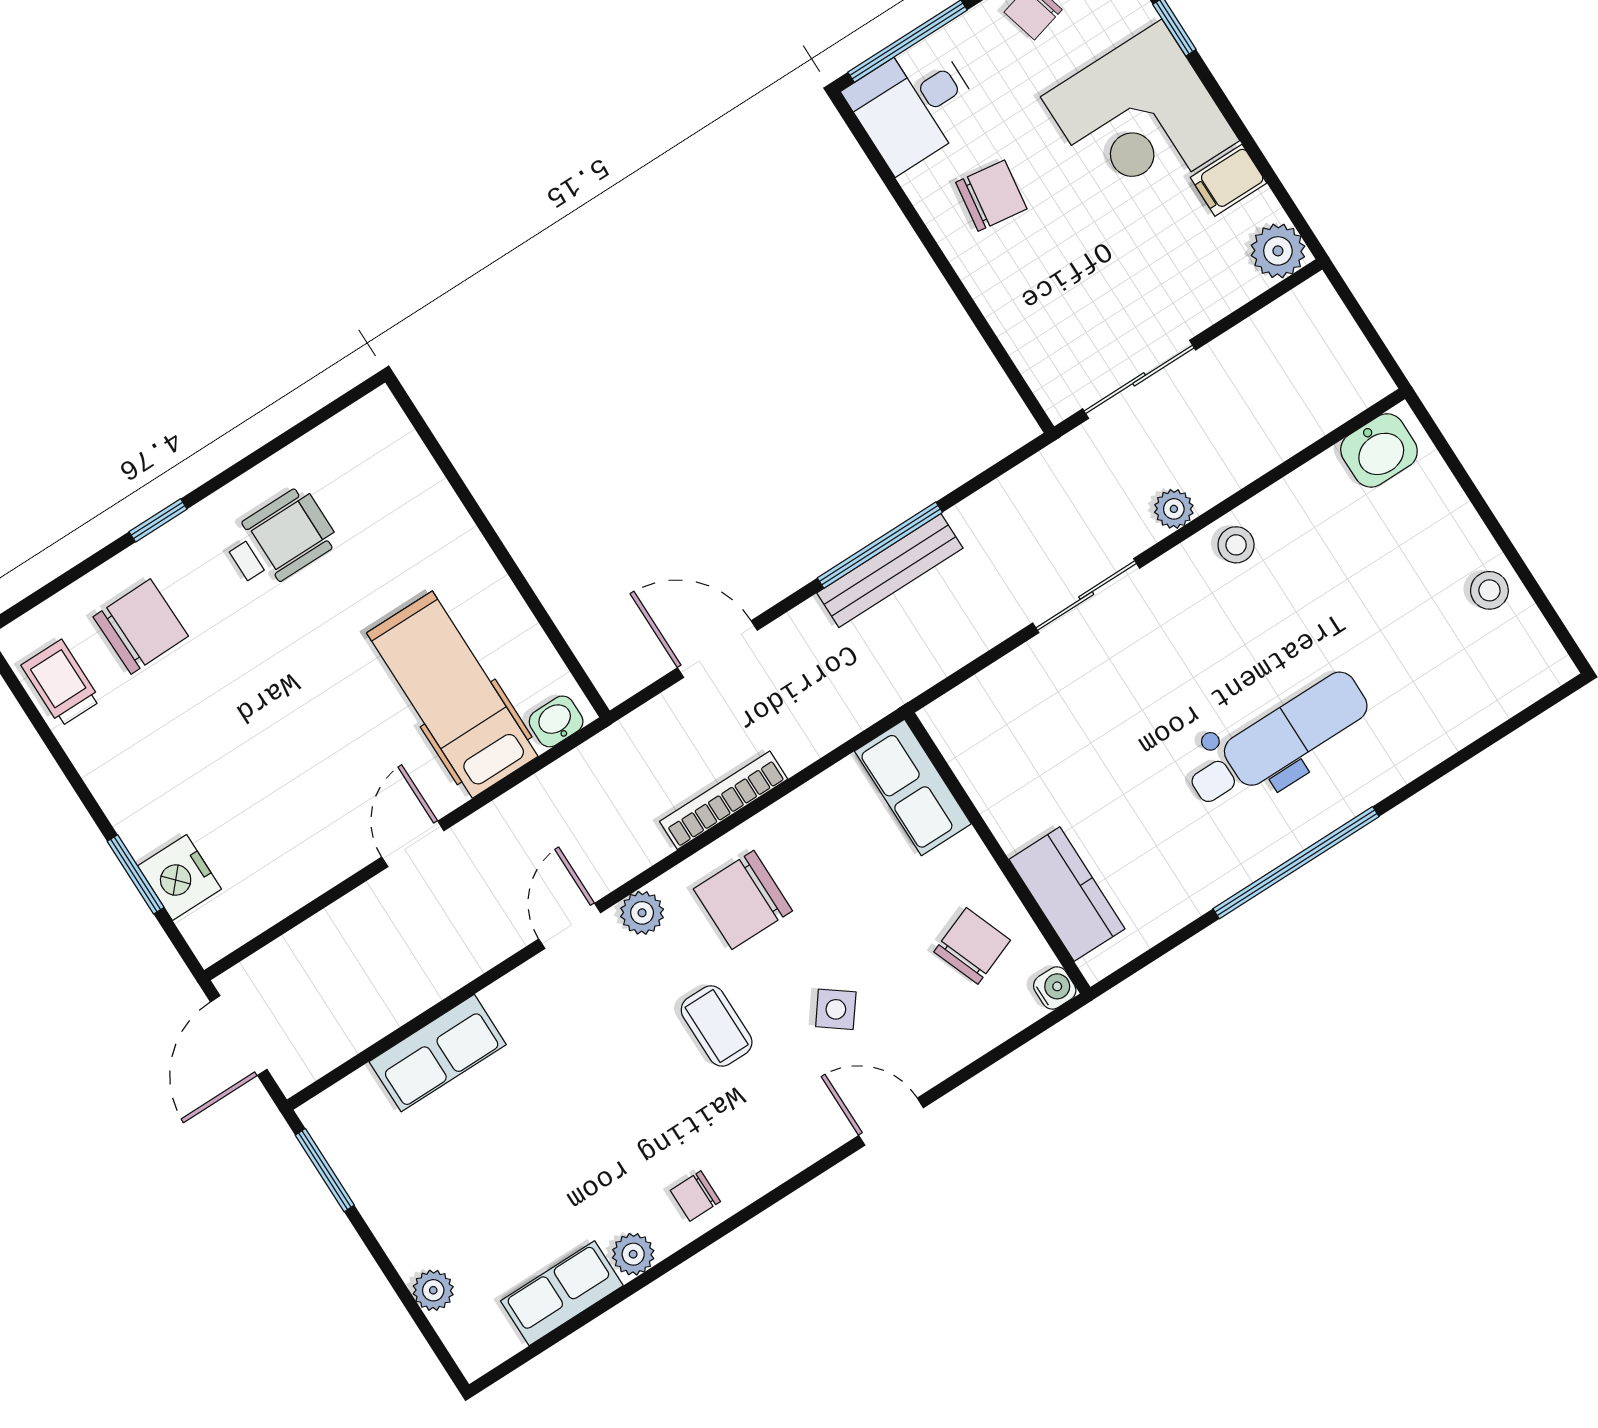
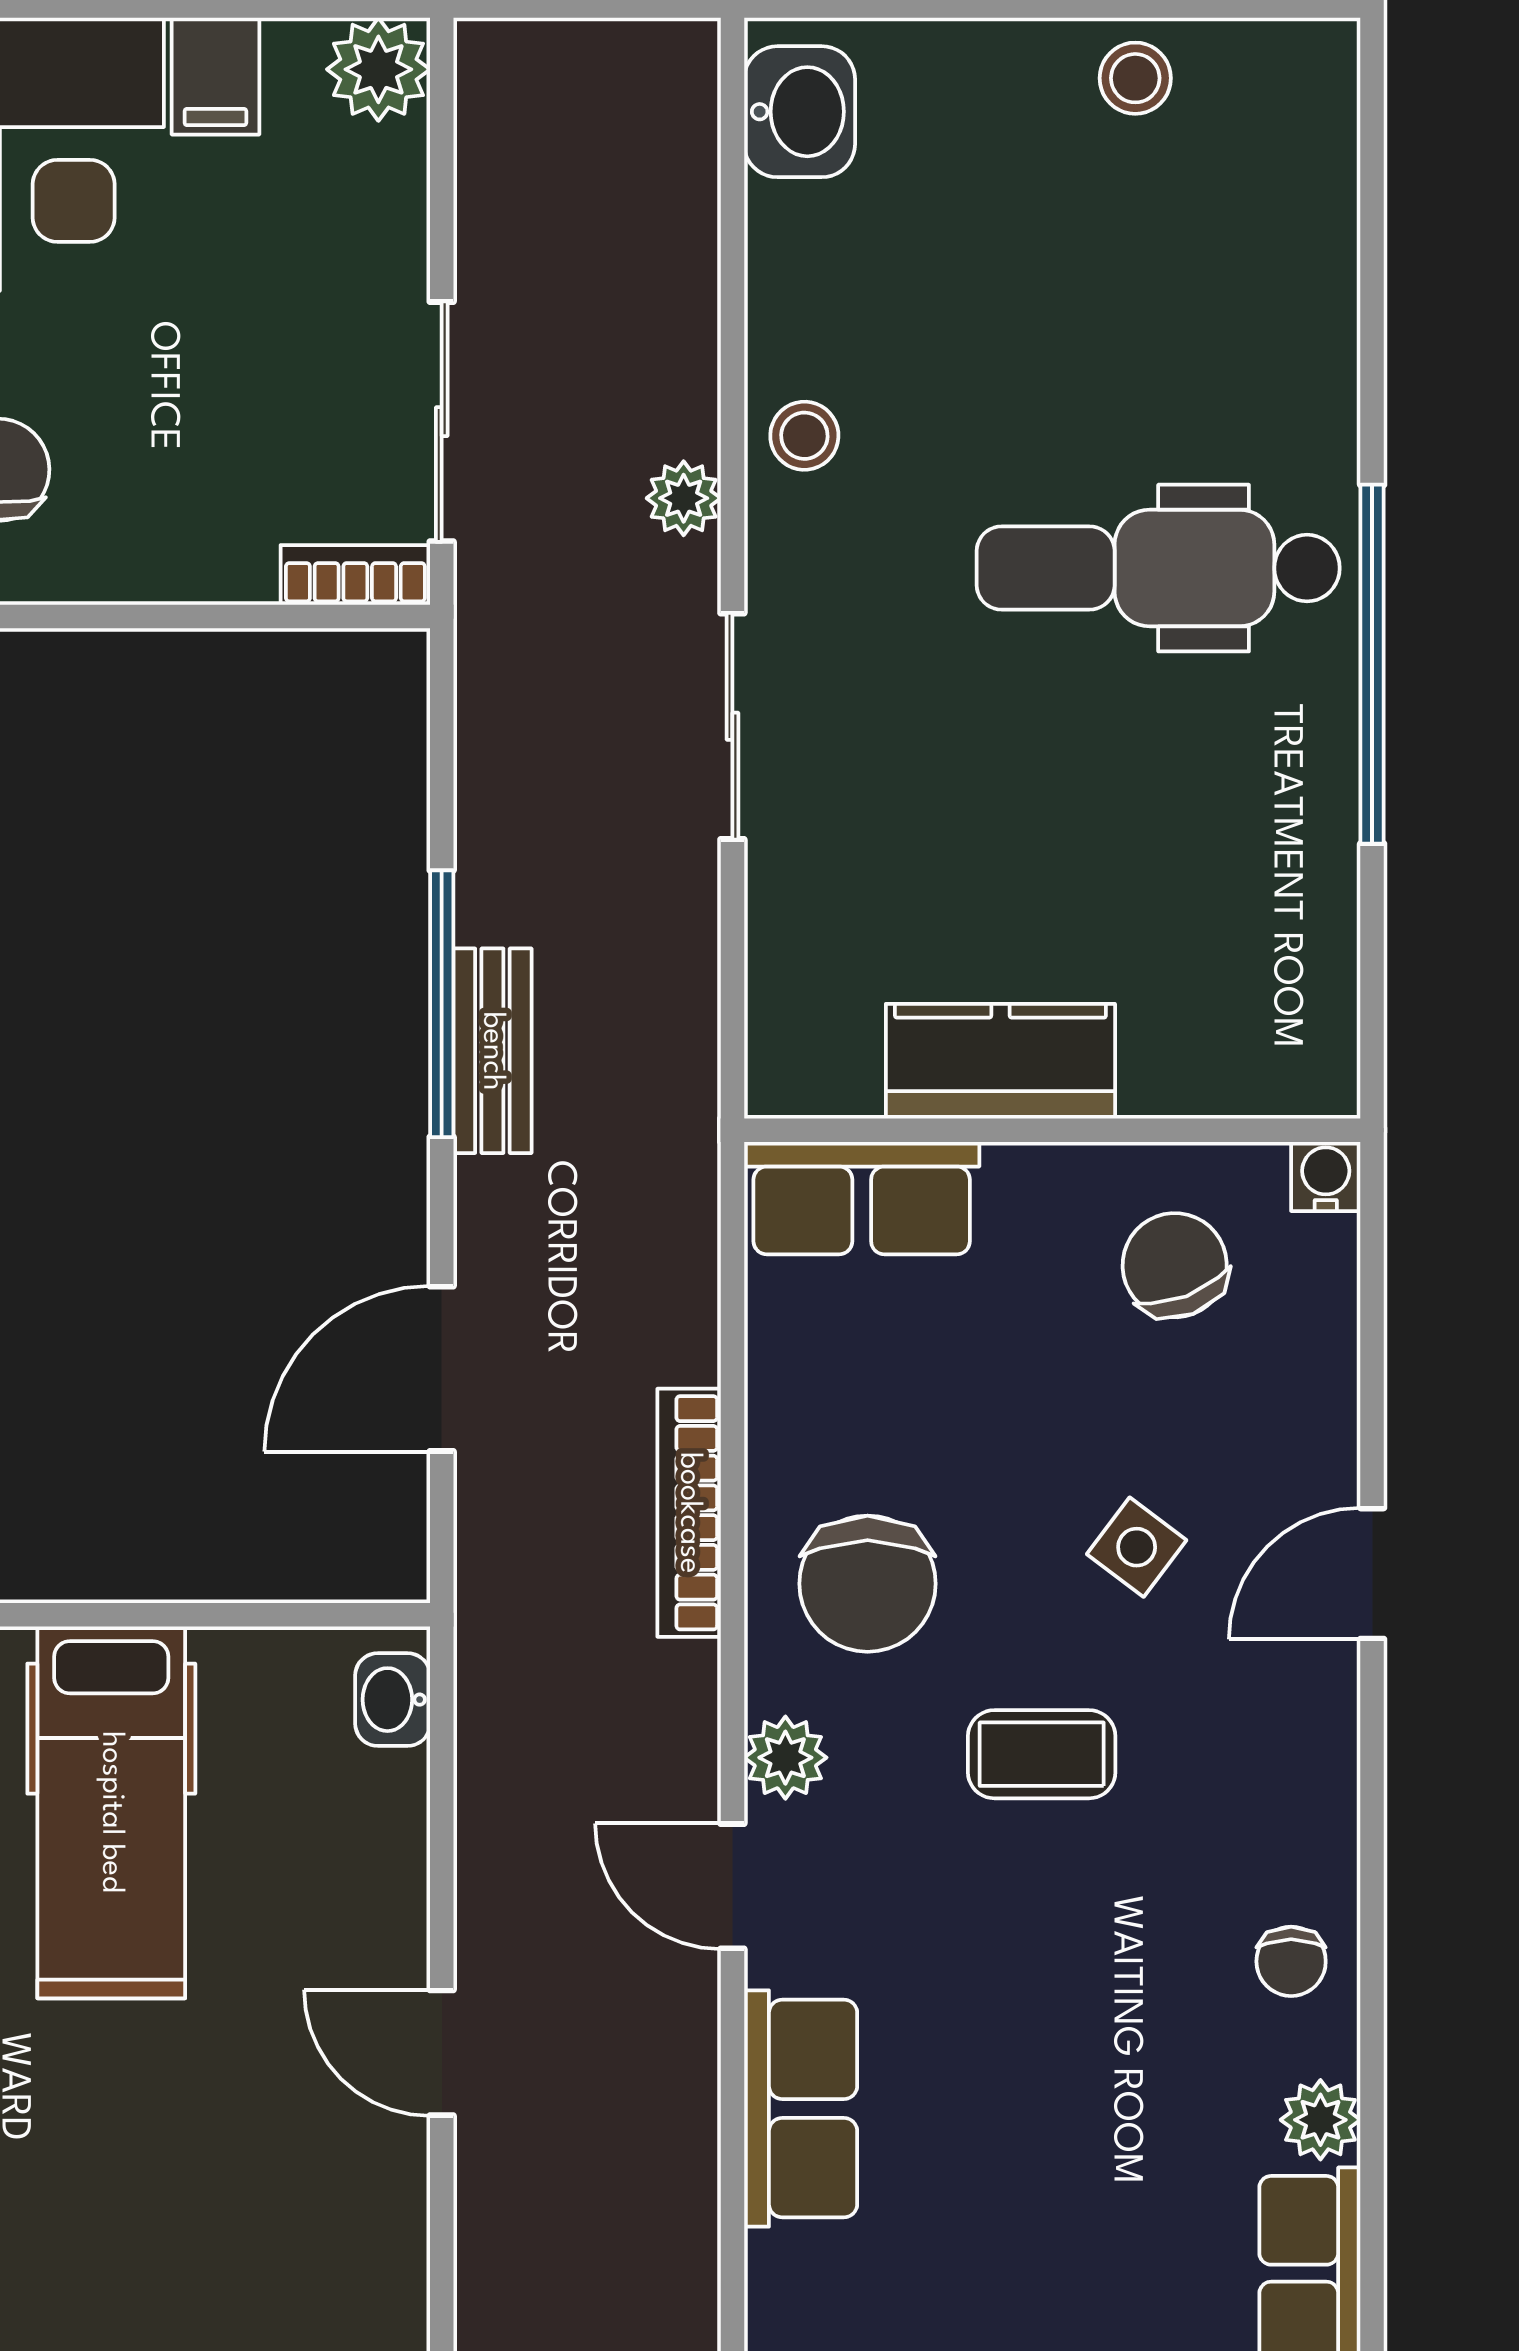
bookcase: (1046, 385) -> (355, 575), added
bench: (890, 571) -> (492, 1051), width x0.73
hospital bed: (452, 695) -> (111, 1812), moved, turned -90
dental chair: (1278, 740) -> (1158, 568), turned -90
kitchen counter: (1067, 894) -> (1000, 1061), moved
row of seats: (438, 1053) -> (801, 2109), moved

